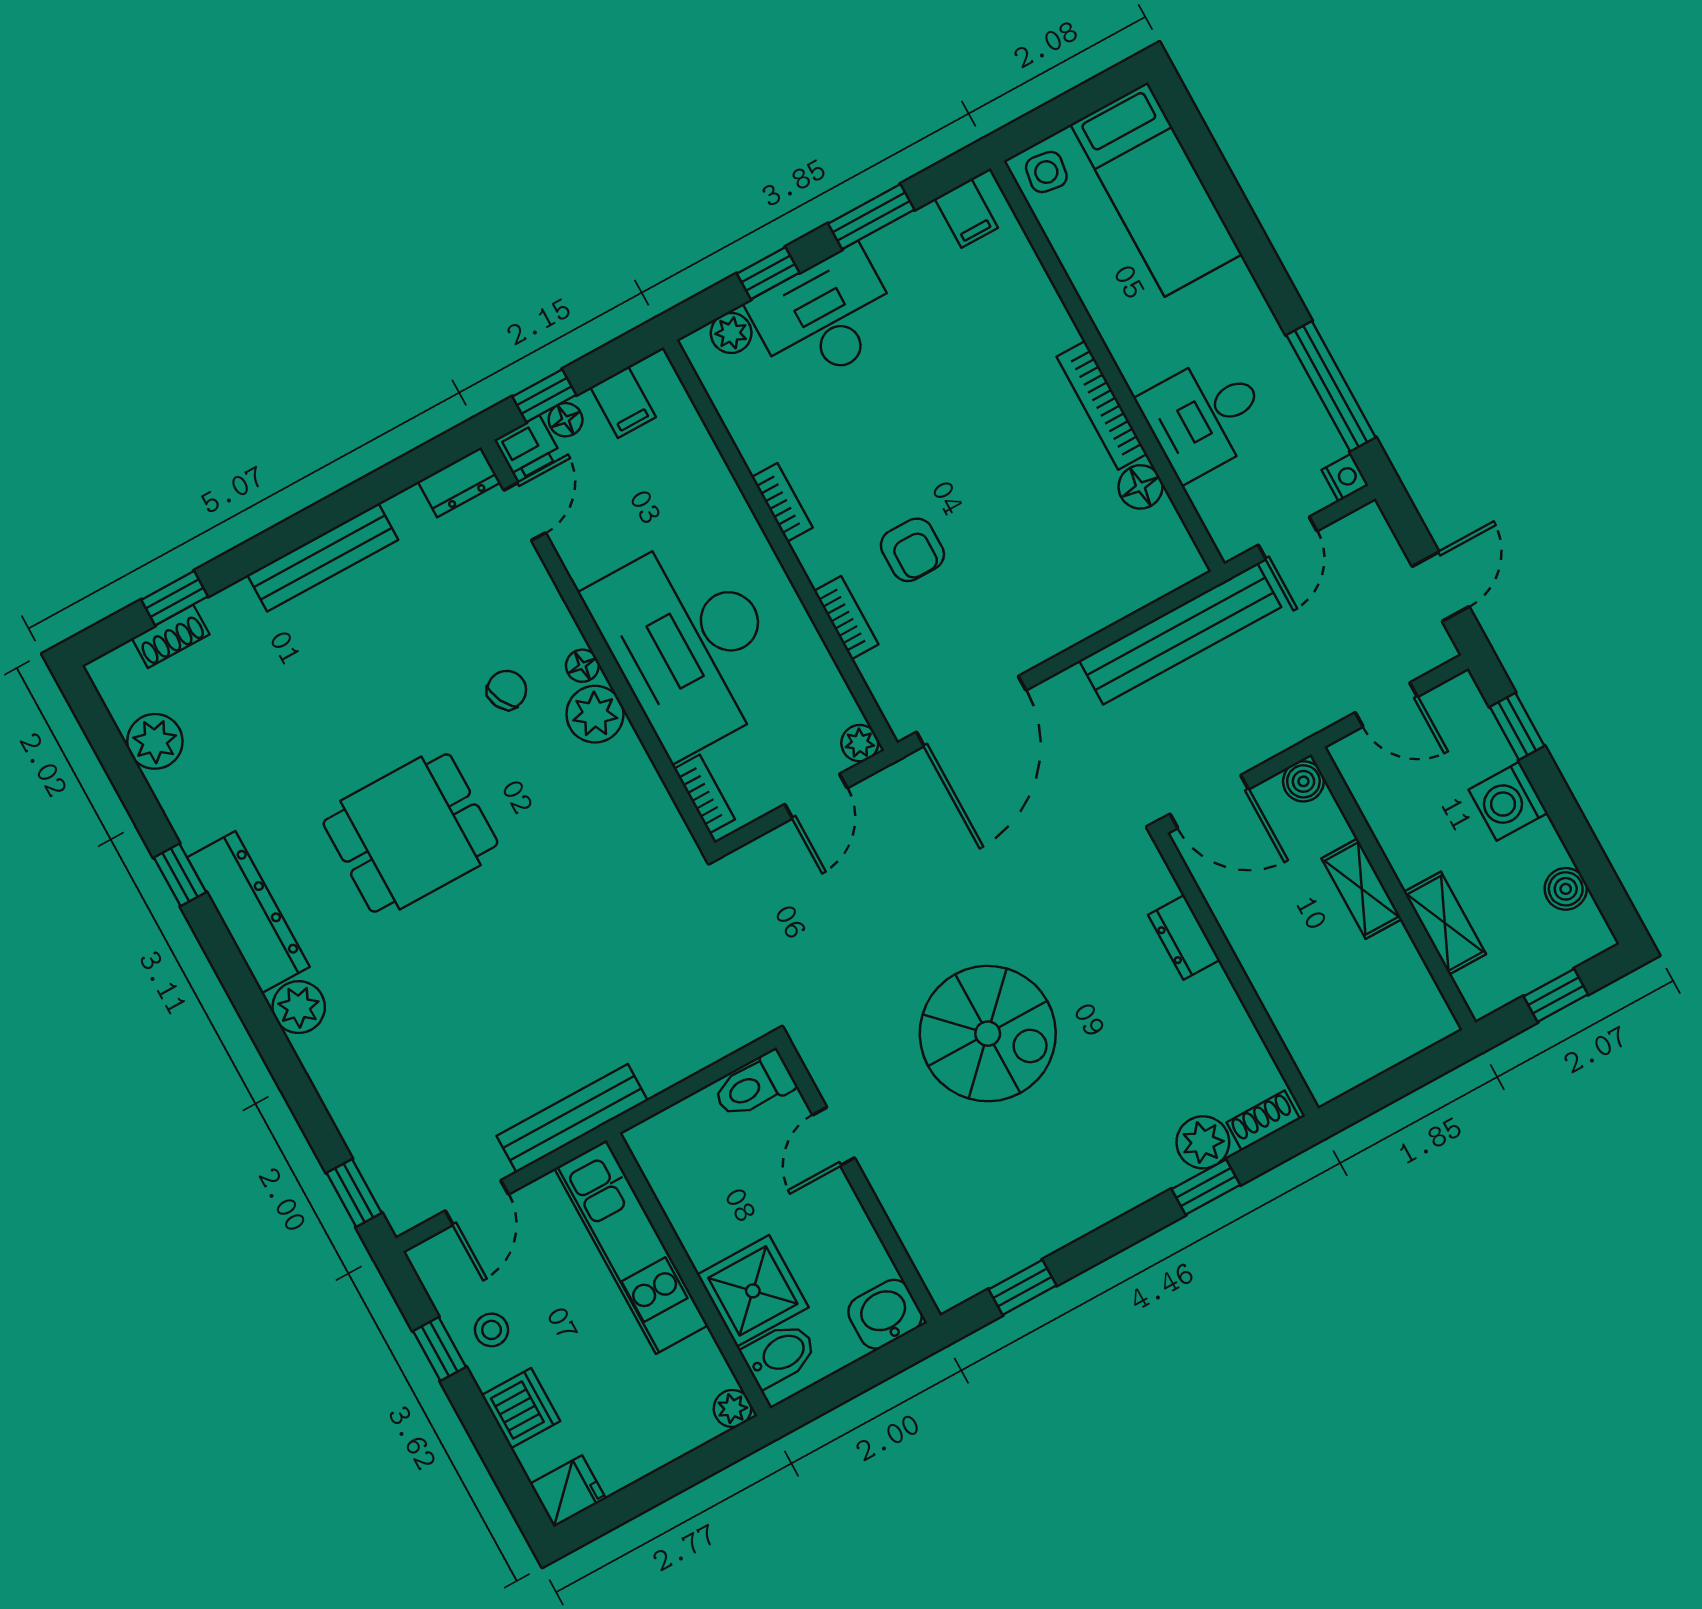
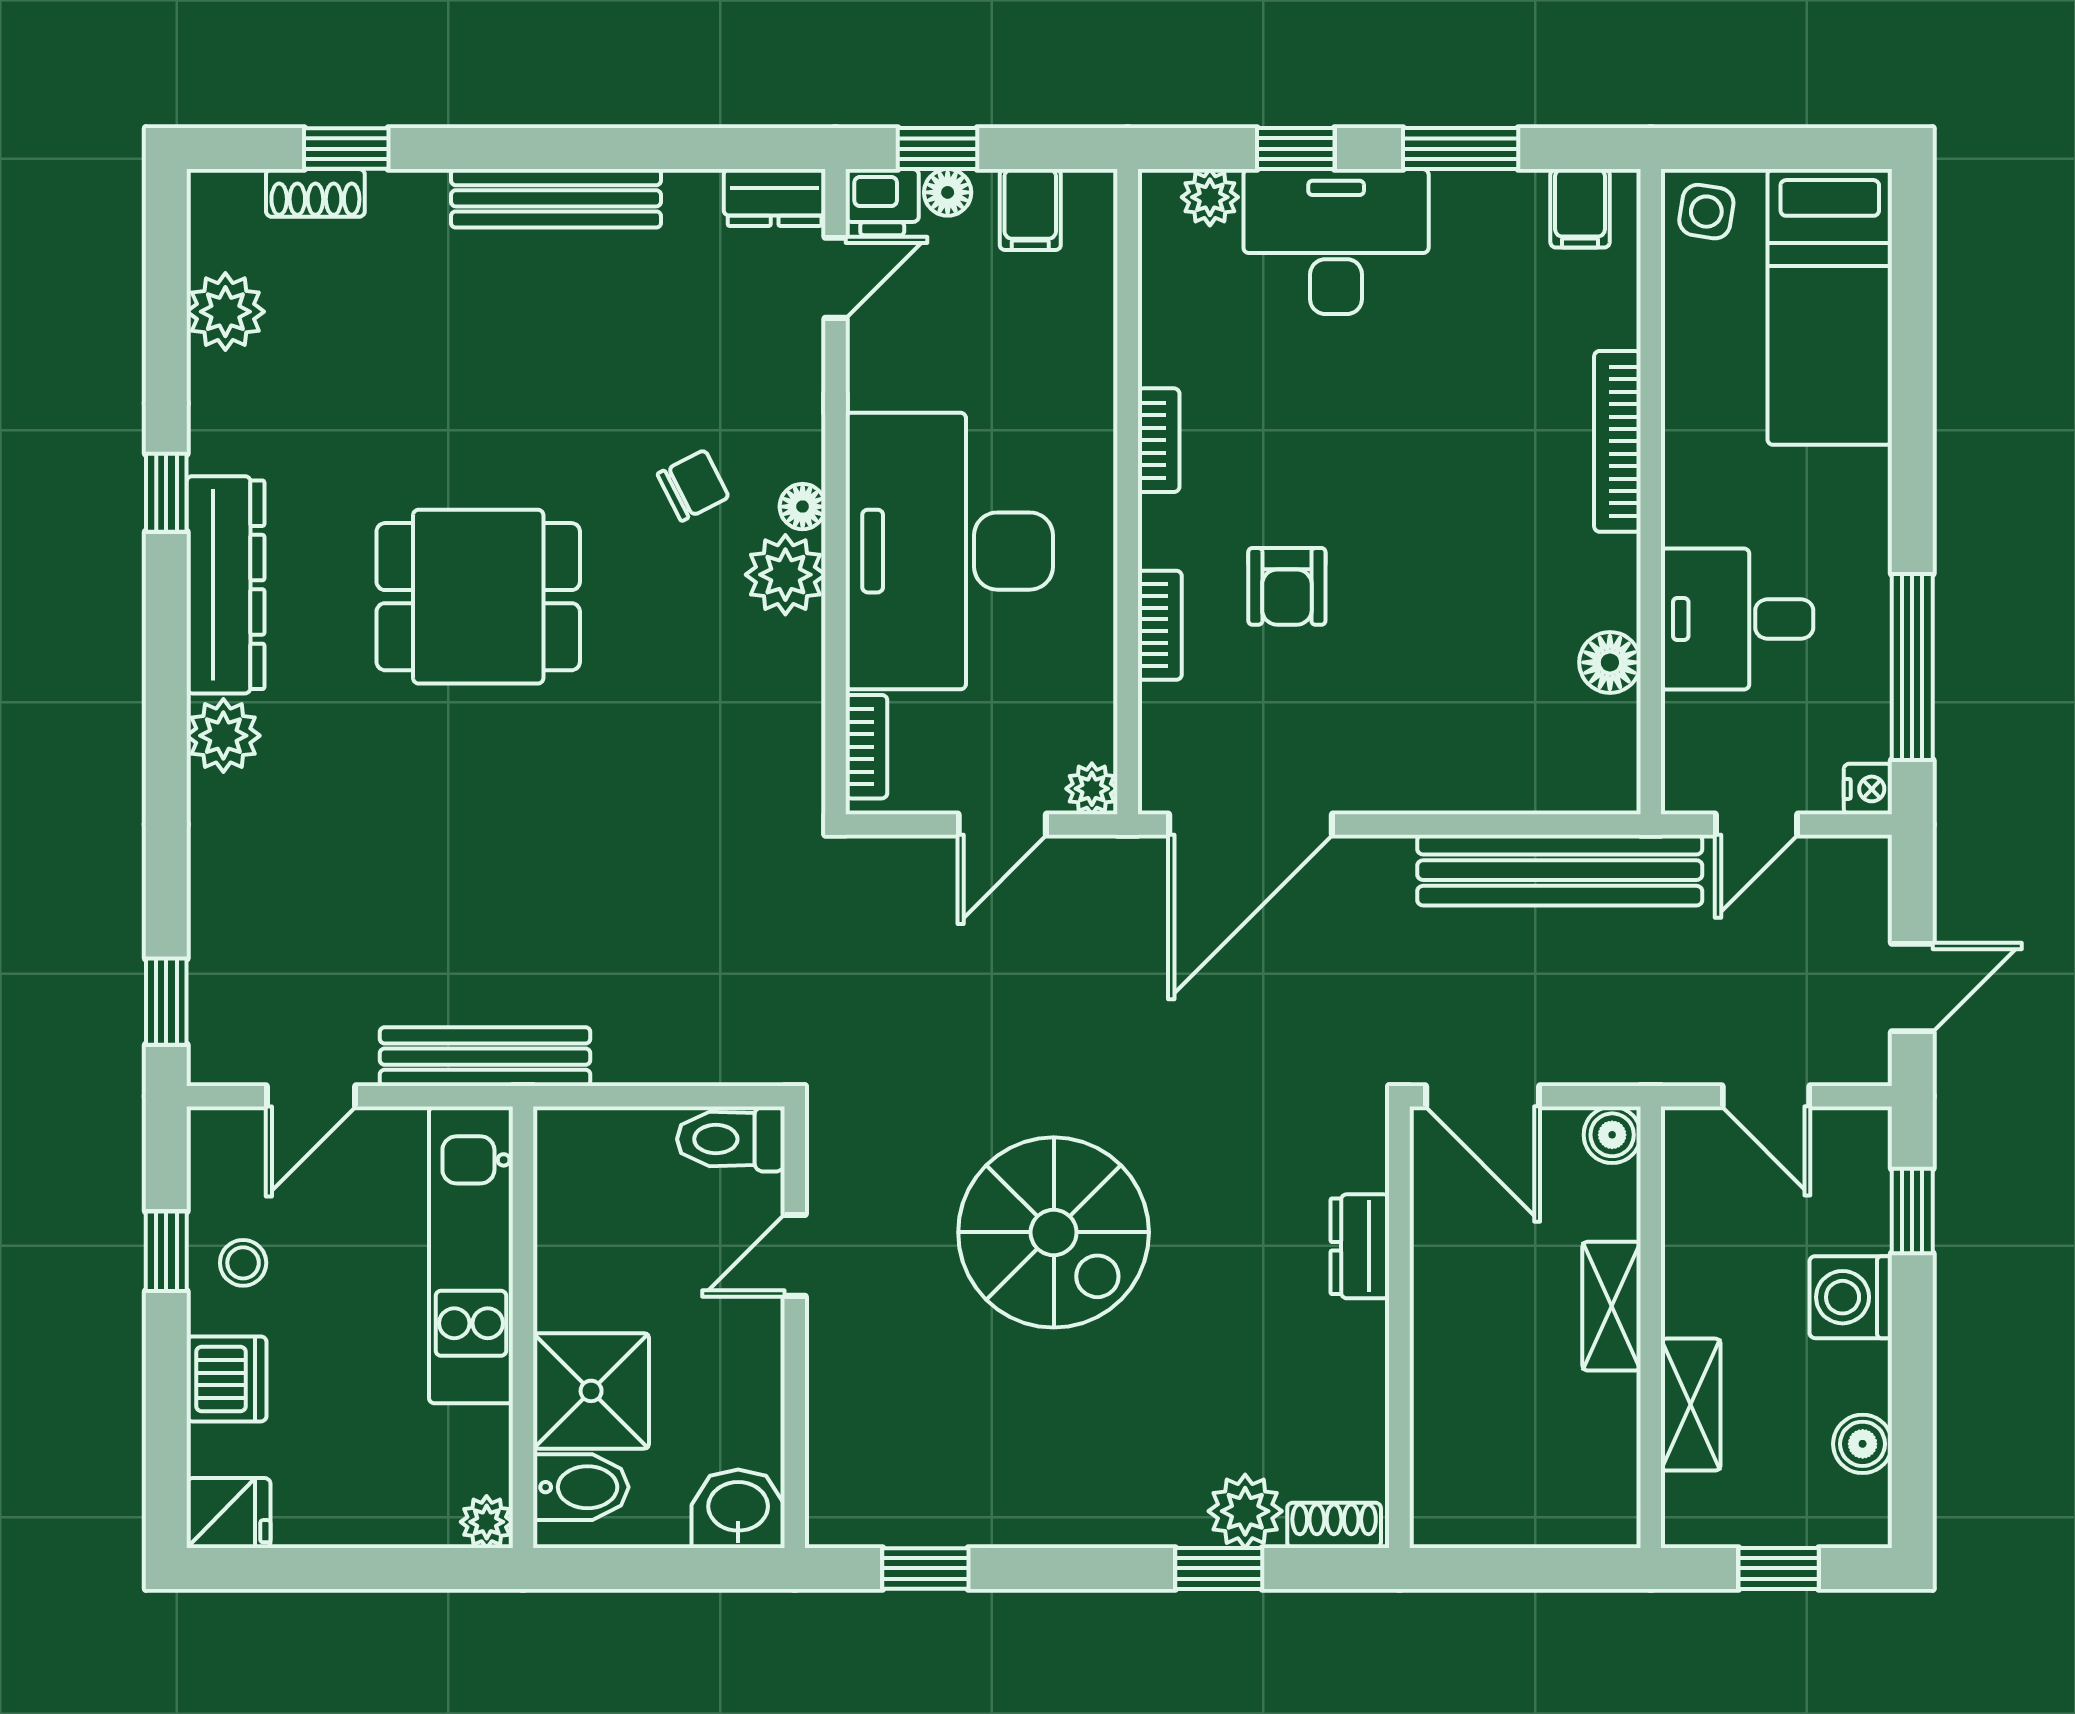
bookcase: (1102, 405) -> (1617, 441), moved

